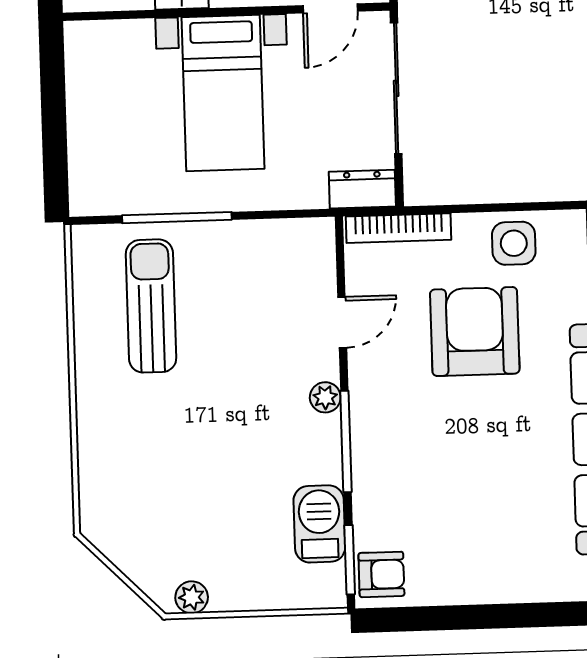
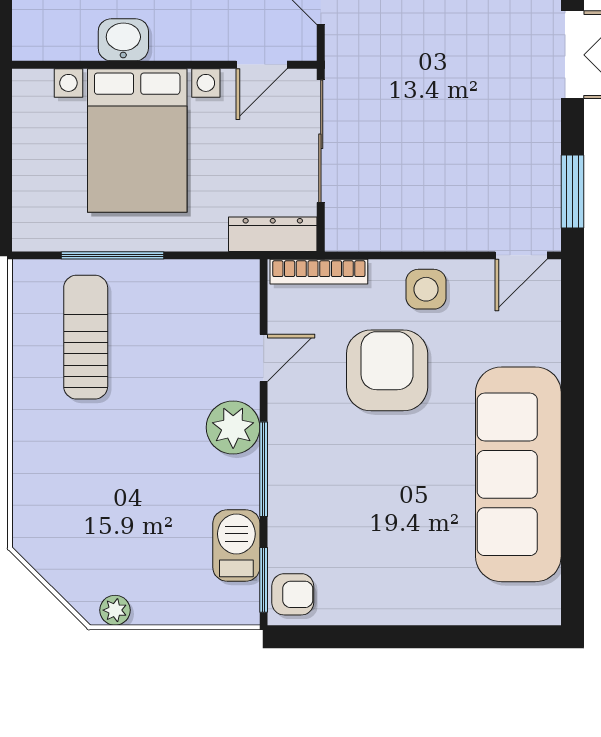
bed with nightstands: (223, 93) -> (137, 140), width x1.36
dresser: (362, 189) -> (273, 234), width x1.44
plant: (325, 397) -> (233, 427), width x1.88, depth x1.88

